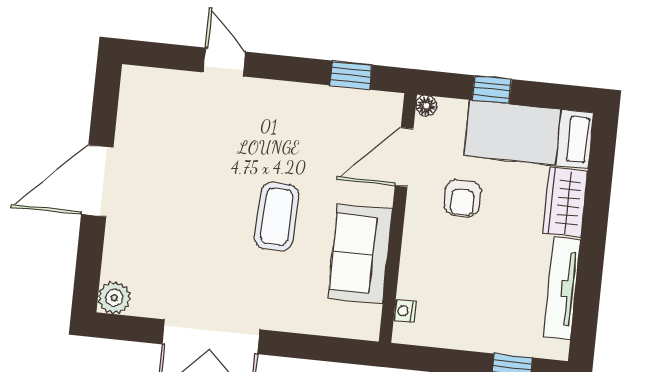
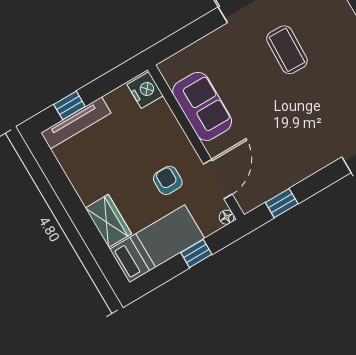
coffee table: (277, 217) -> (287, 50), moved
tv unit: (562, 288) -> (76, 123), moved, turned 90
nightstand: (405, 311) -> (145, 90), width x1.89, depth x1.79

